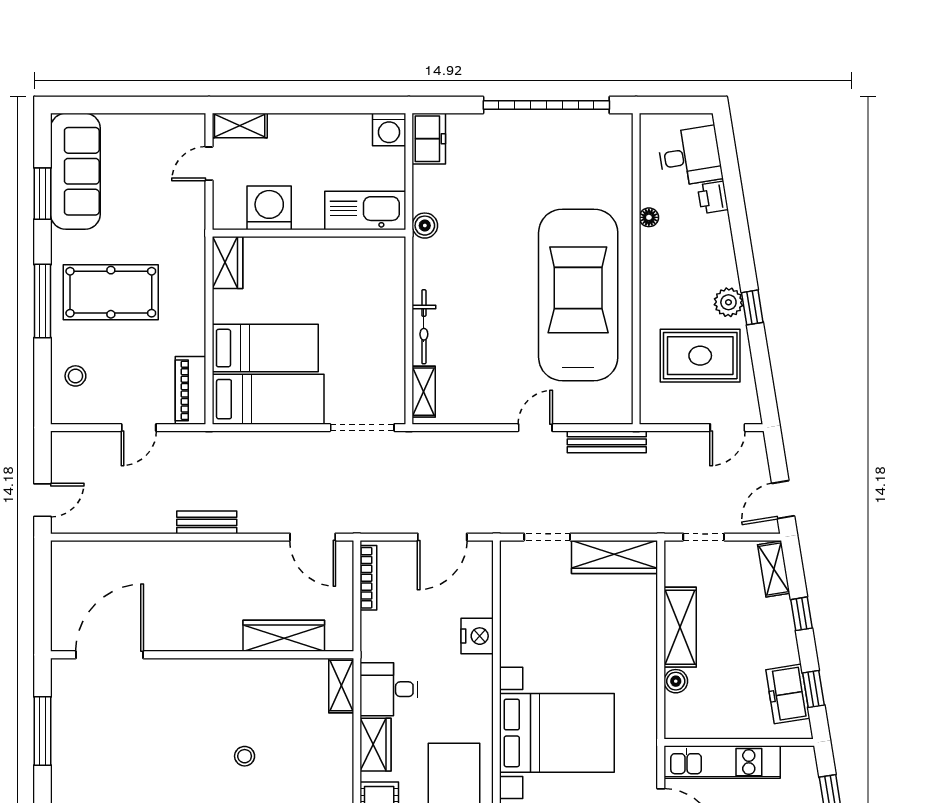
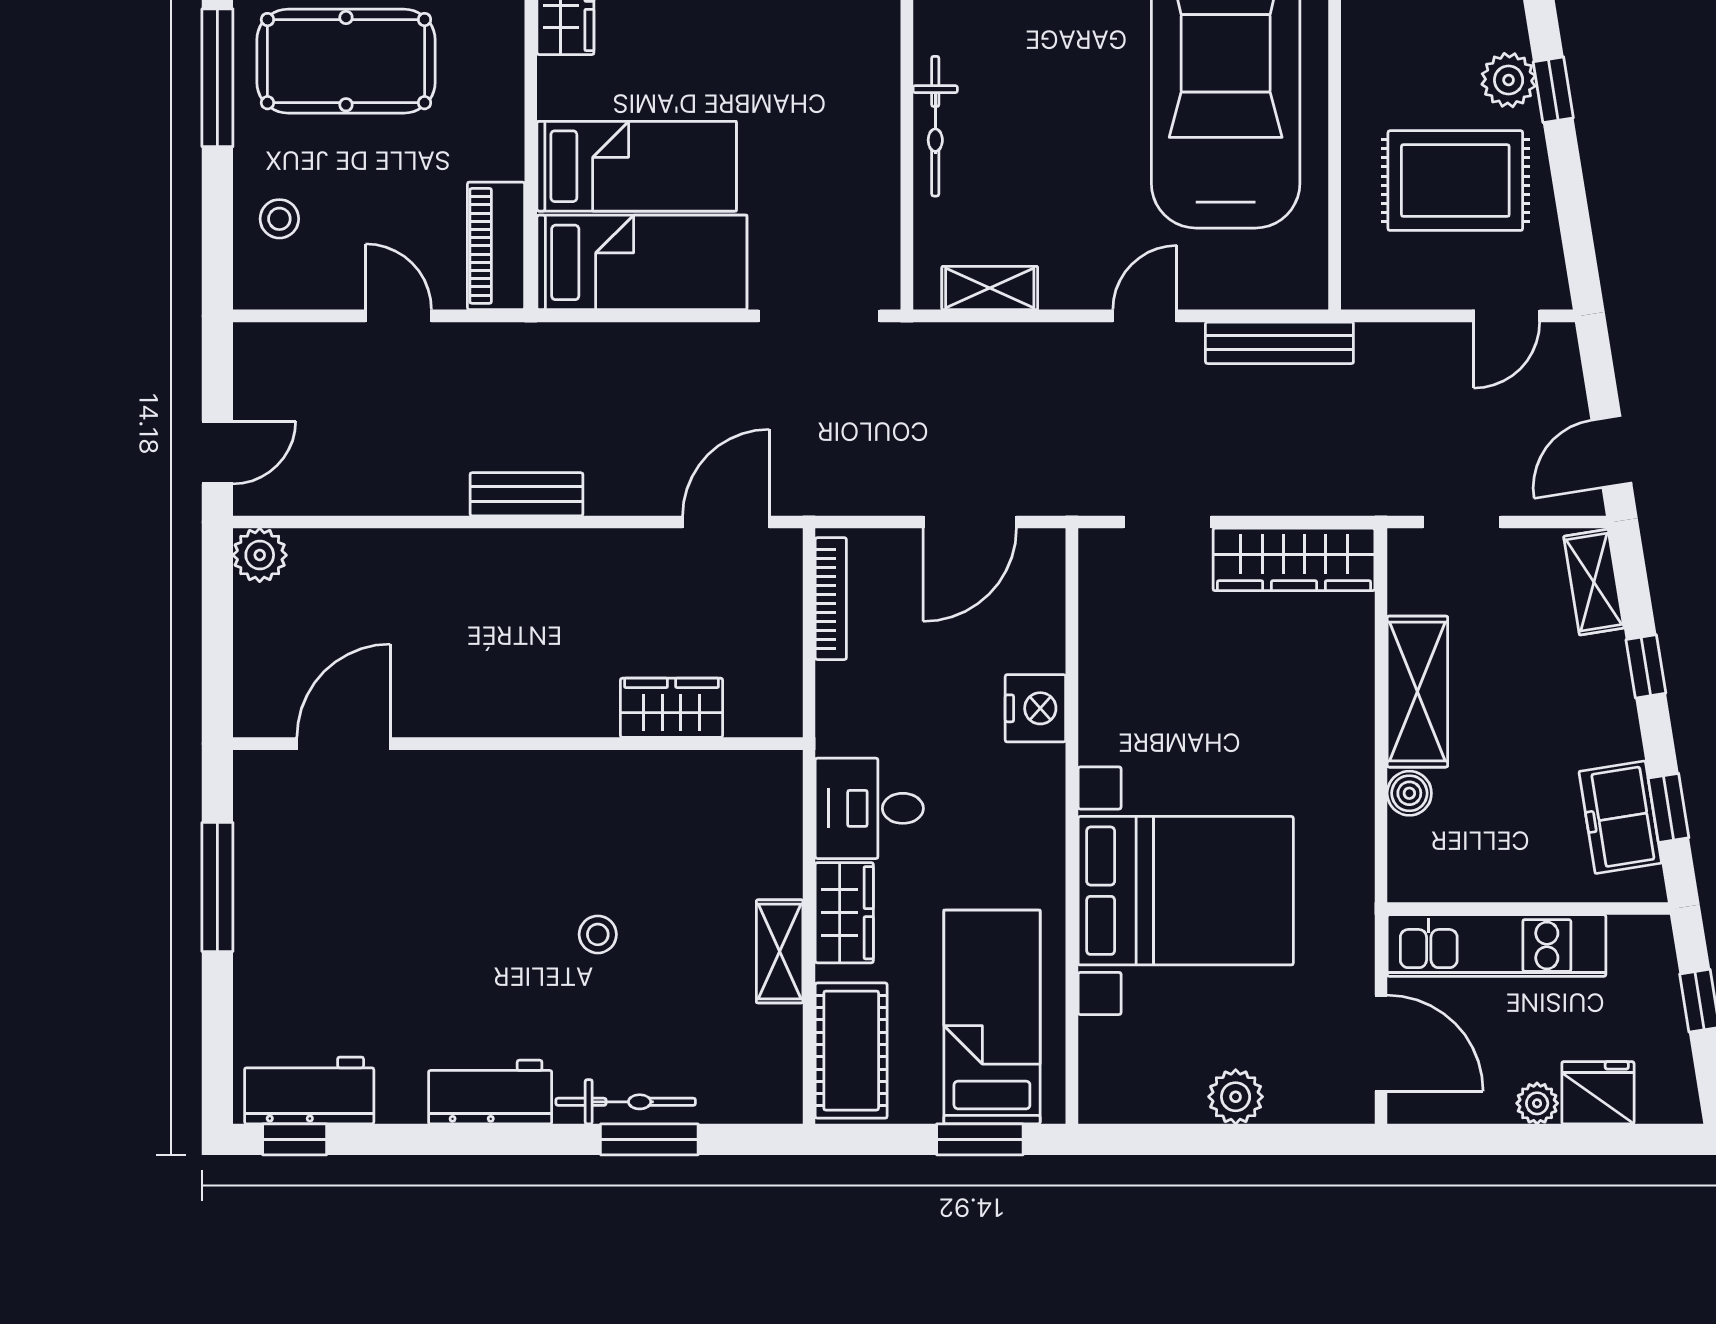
shelving: (424, 392) -> (990, 288), moved, turned 90
door: (139, 428) -> (399, 316), swing flipped
door: (313, 537) -> (726, 522), swing flipped
plant: (65, 555) -> (260, 555), added
wardrobe: (284, 636) -> (672, 708), width x0.67
door: (110, 655) -> (344, 744), width x0.73
shelving: (341, 685) -> (780, 951), moved

